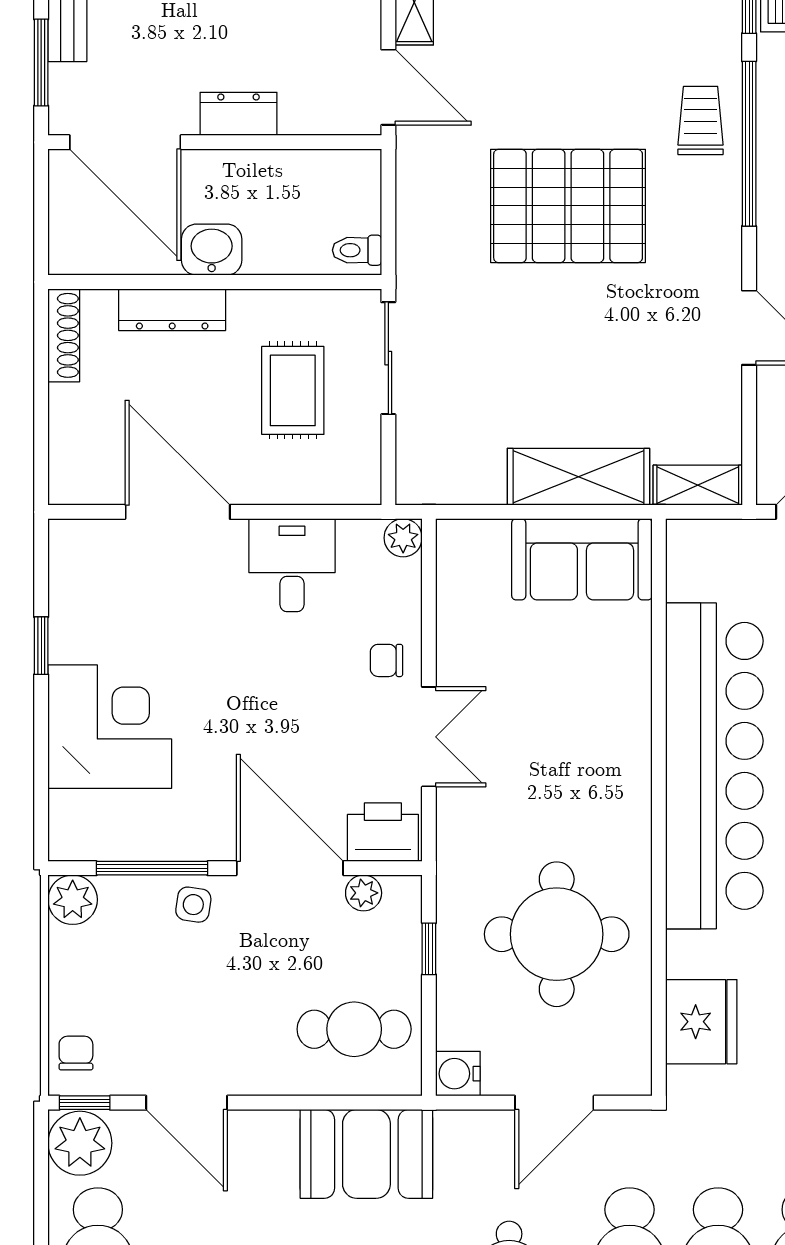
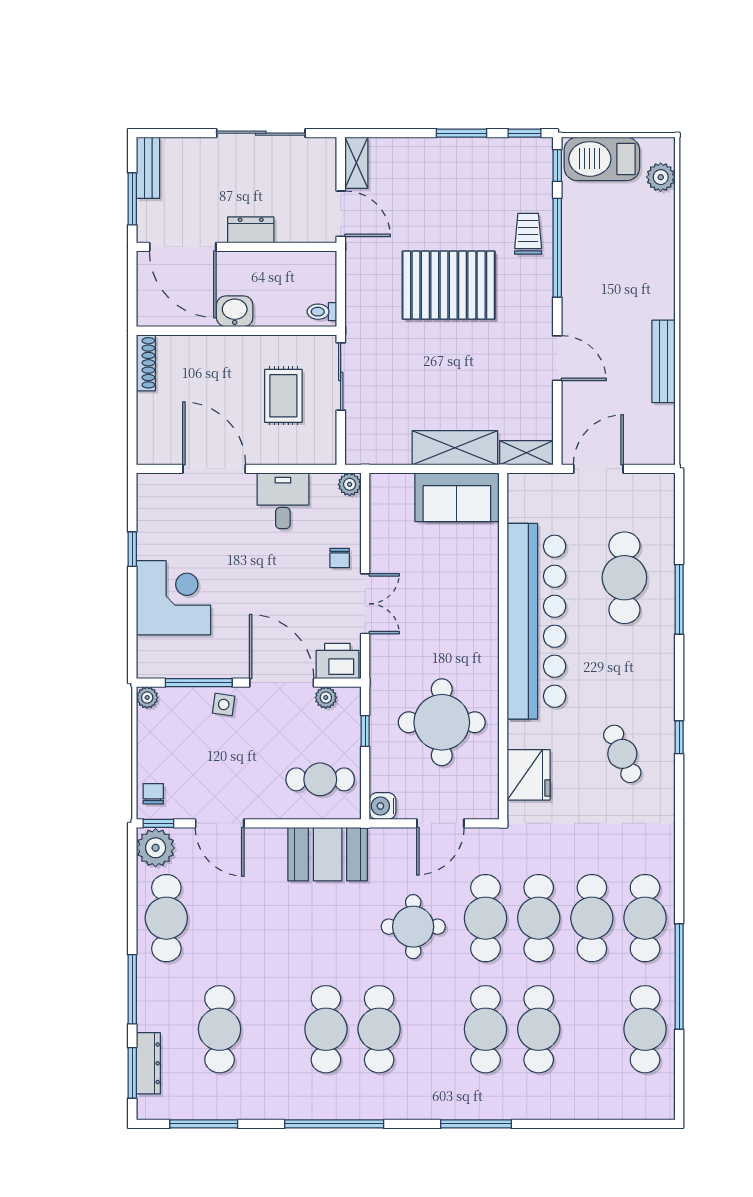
dresser: (172, 310) -> (211, 347), removed
chair: (386, 660) -> (340, 558), turned -90
plant: (73, 900) -> (147, 698), width x0.73, depth x0.73

